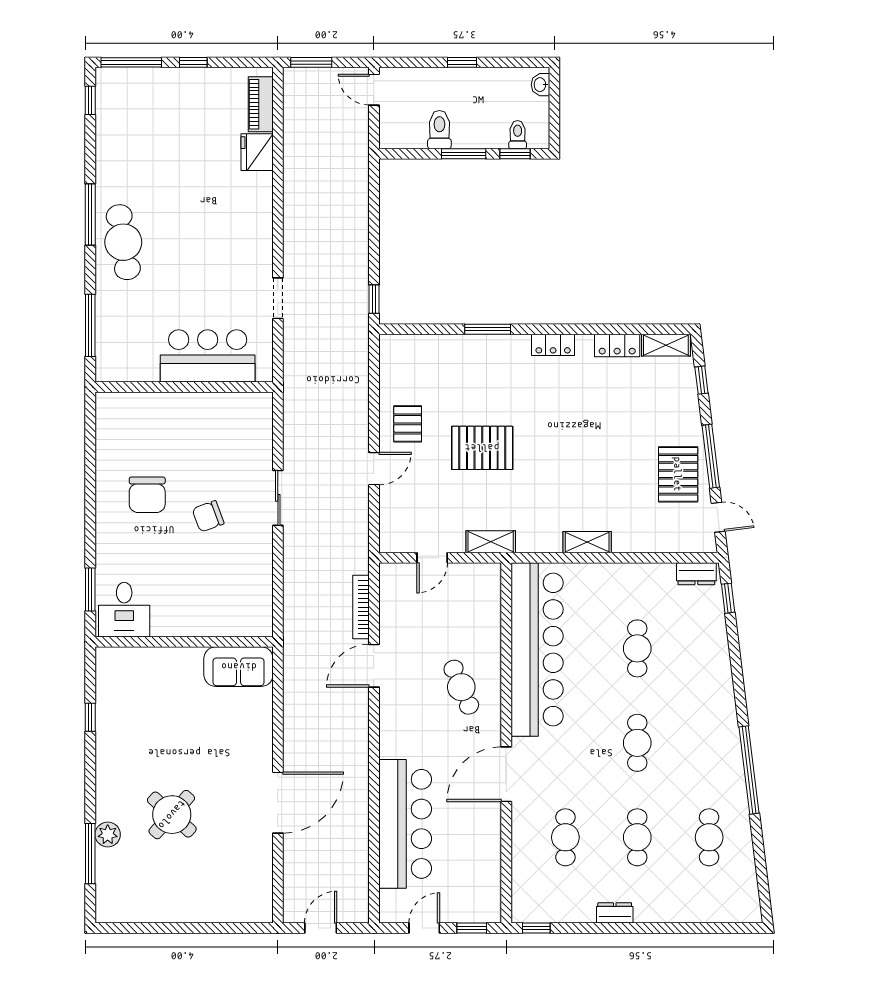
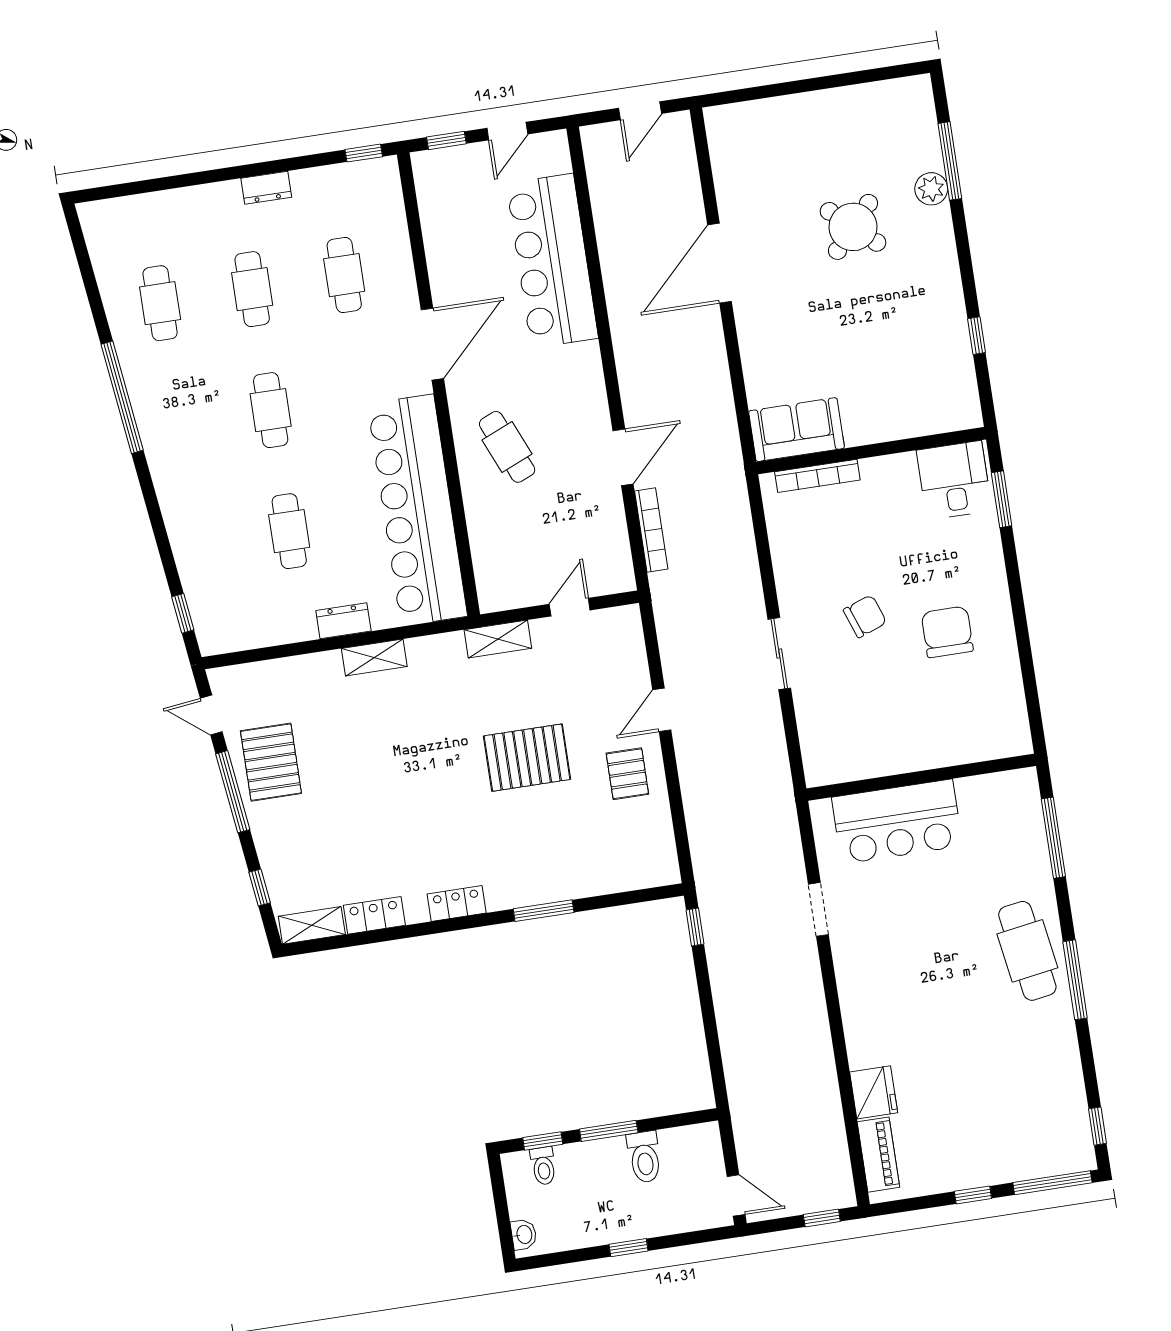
window: (311, 62) -> (822, 1218), width x0.67
dresser: (696, 574) -> (343, 621), moved
bookcase: (228, 629) -> (817, 476), added

